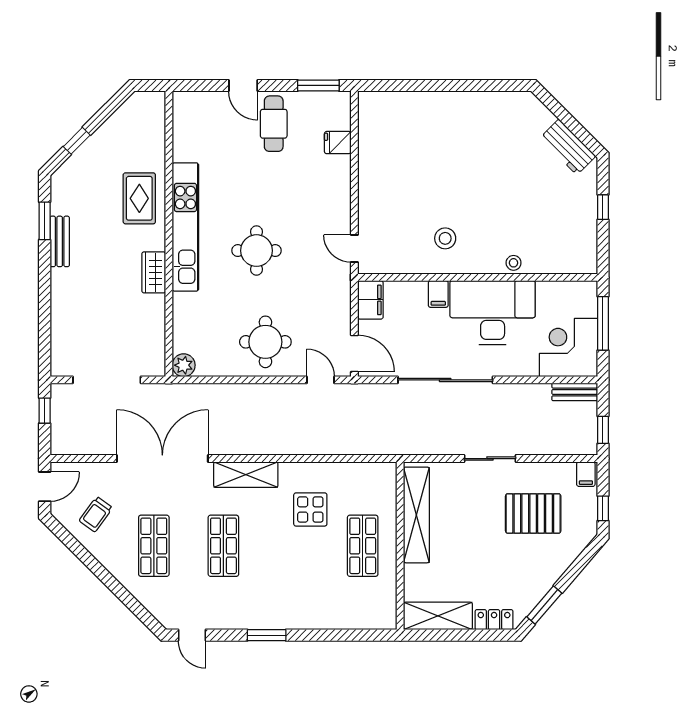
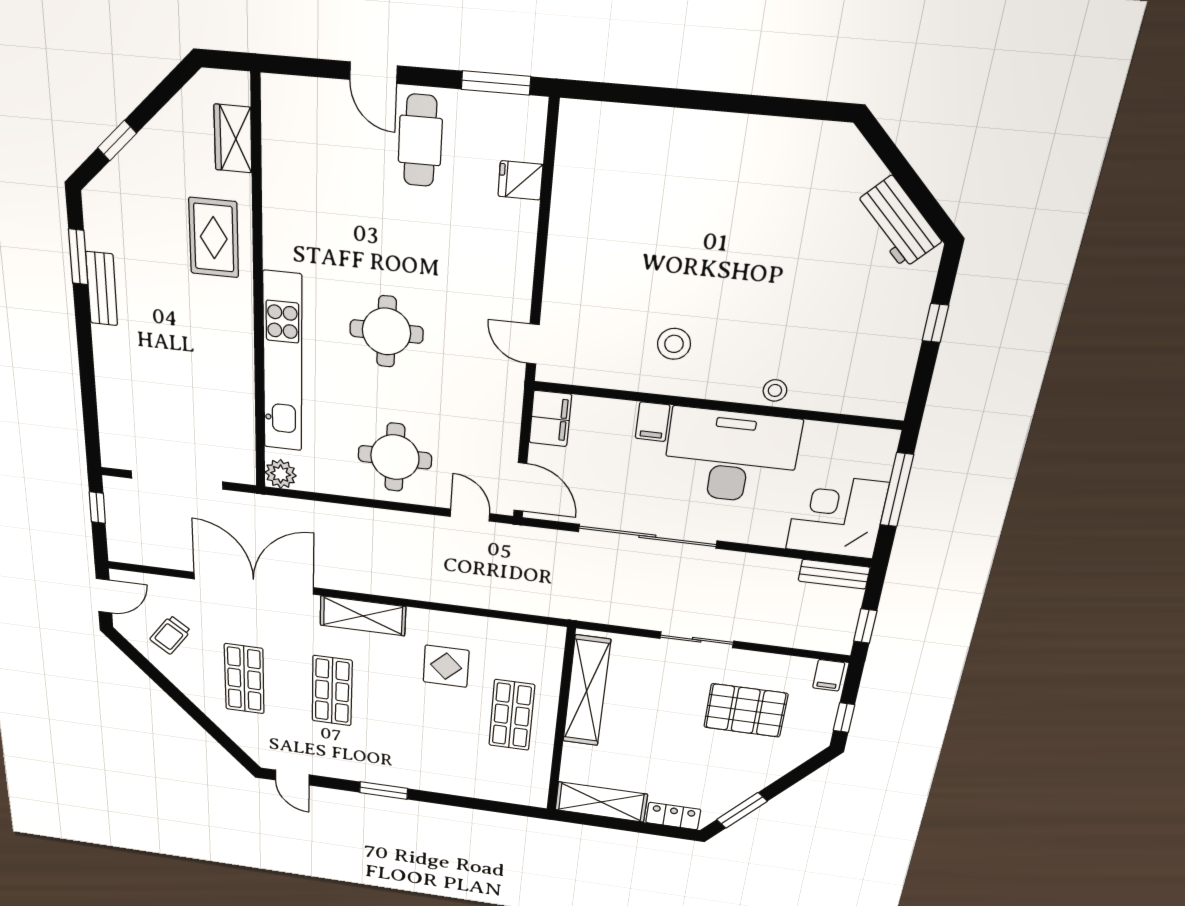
kitchen unit: (185, 227) -> (283, 363), moved
wardrobe: (154, 272) -> (233, 139), moved

